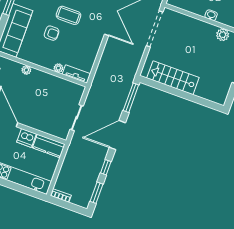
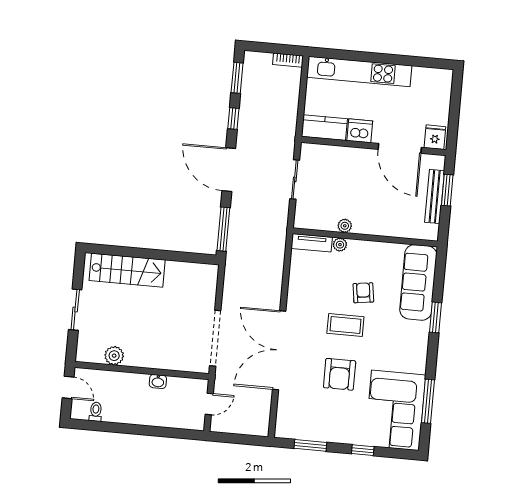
washbasin: (211, 15) -> (158, 381), moved
armchair: (52, 33) -> (363, 293), turned 82
plant: (26, 70) -> (345, 226), moved
stairs: (173, 78) -> (127, 270), moved
door: (117, 135) -> (229, 170), swing flipped

